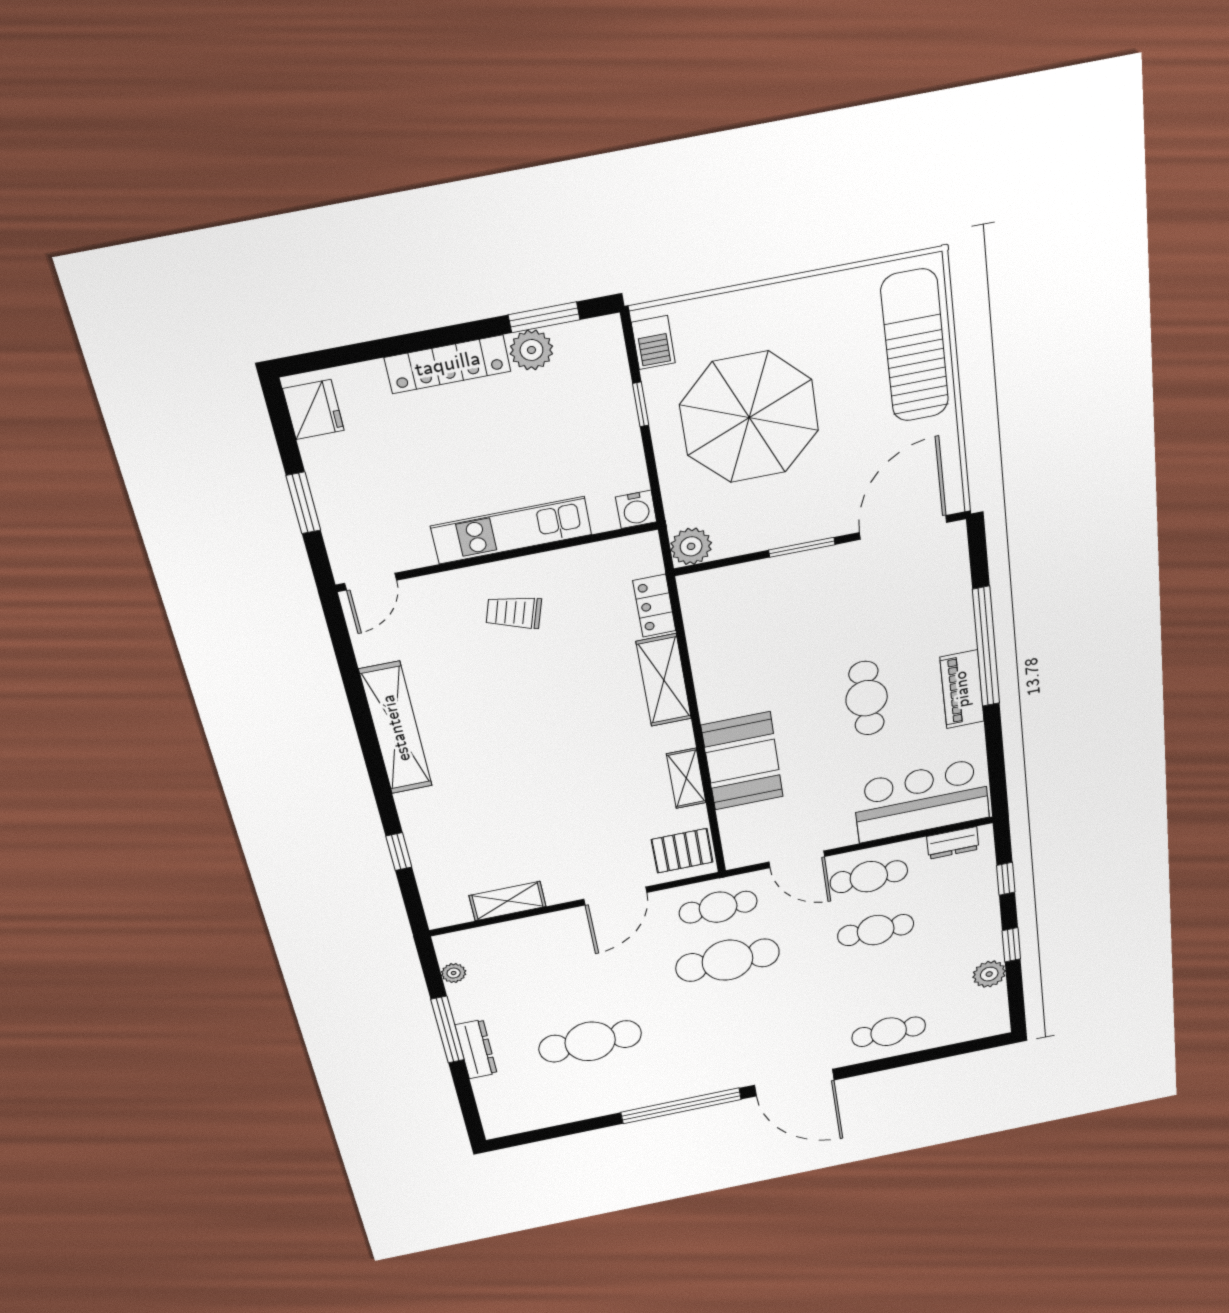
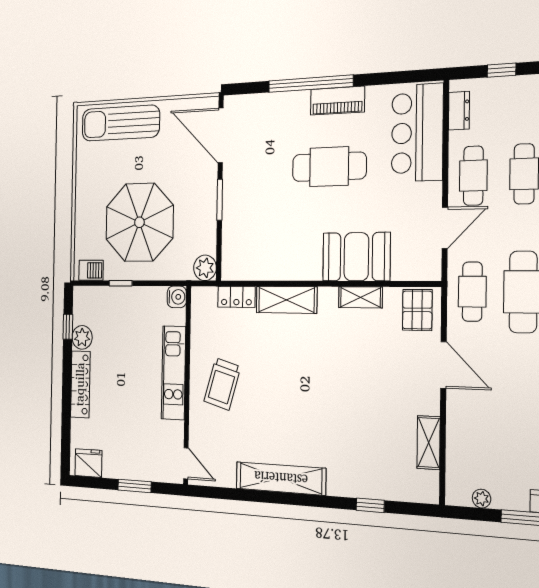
window: (544, 317) -> (68, 327), width x0.67
trolley: (514, 612) -> (222, 384), width x1.36, depth x1.39
cafe table: (867, 698) -> (329, 167), width x1.37, depth x1.35

